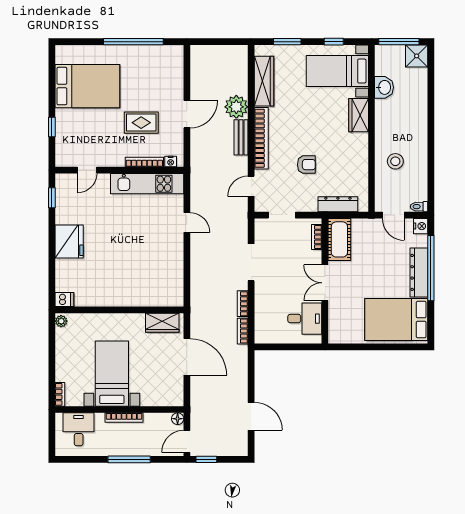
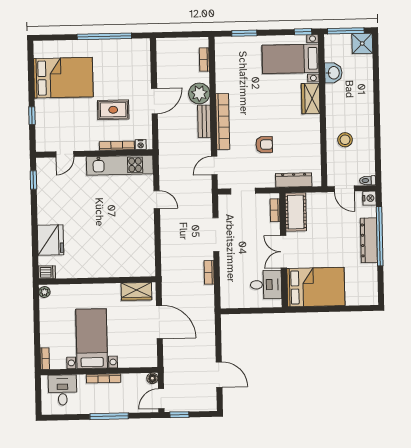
window: (334, 42) -> (303, 32), moved
wardrobe: (264, 81) -> (224, 70), removed
fridge: (69, 242) -> (51, 240), moved
bed: (396, 320) -> (316, 287), moved, turned 180
bookcase: (243, 331) -> (204, 60), moved

